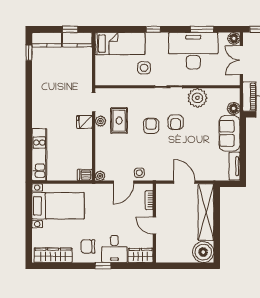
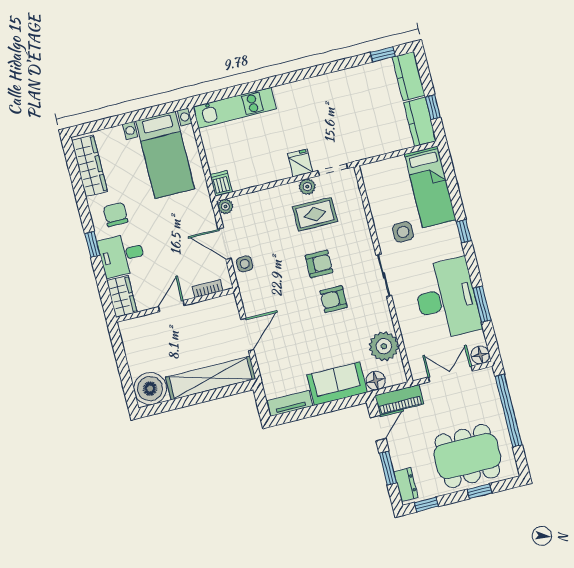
plant: (197, 98) -> (384, 346), moved

